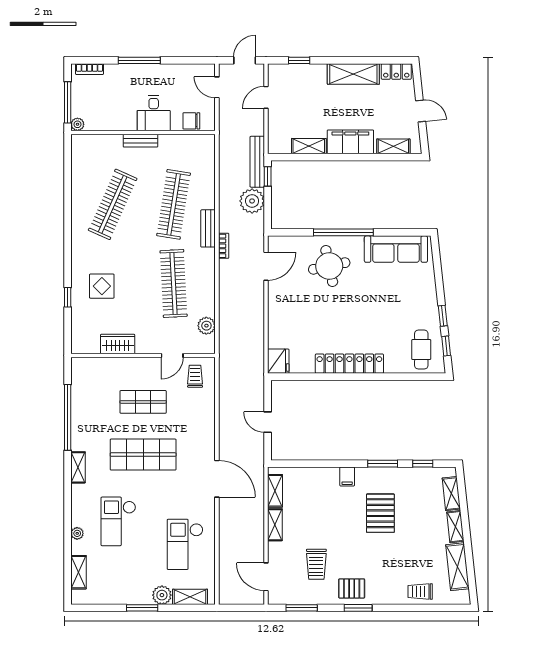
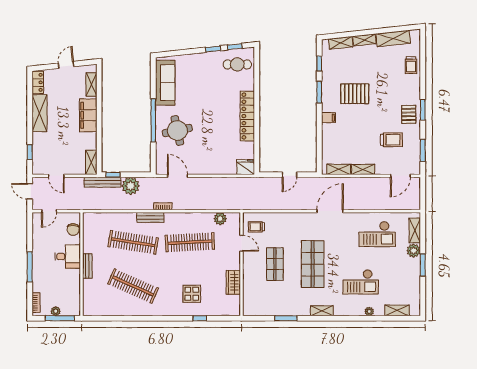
plant: (77, 124) -> (56, 311), moved
shelving: (309, 146) -> (91, 162), moved
window: (68, 417) -> (286, 318), width x0.47

